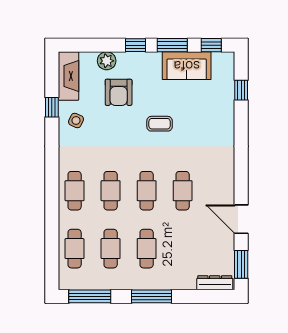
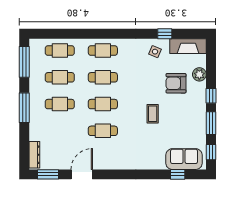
sofa: (187, 66) -> (184, 159), moved, turned 90

